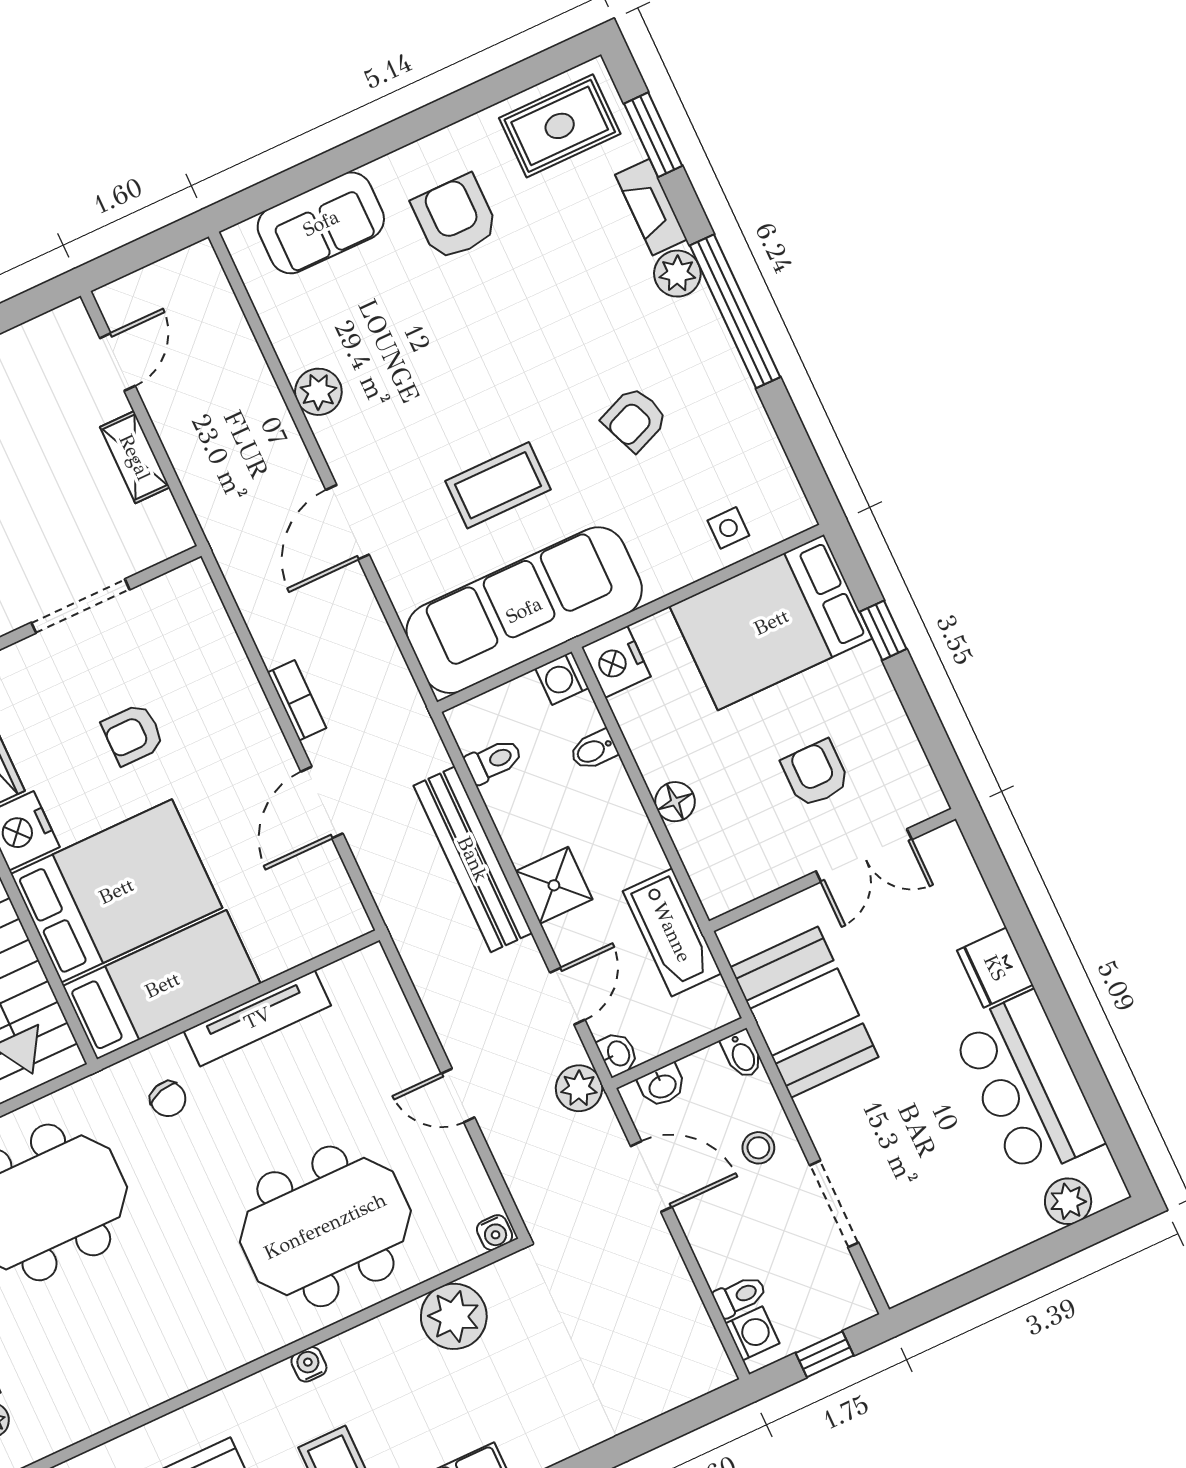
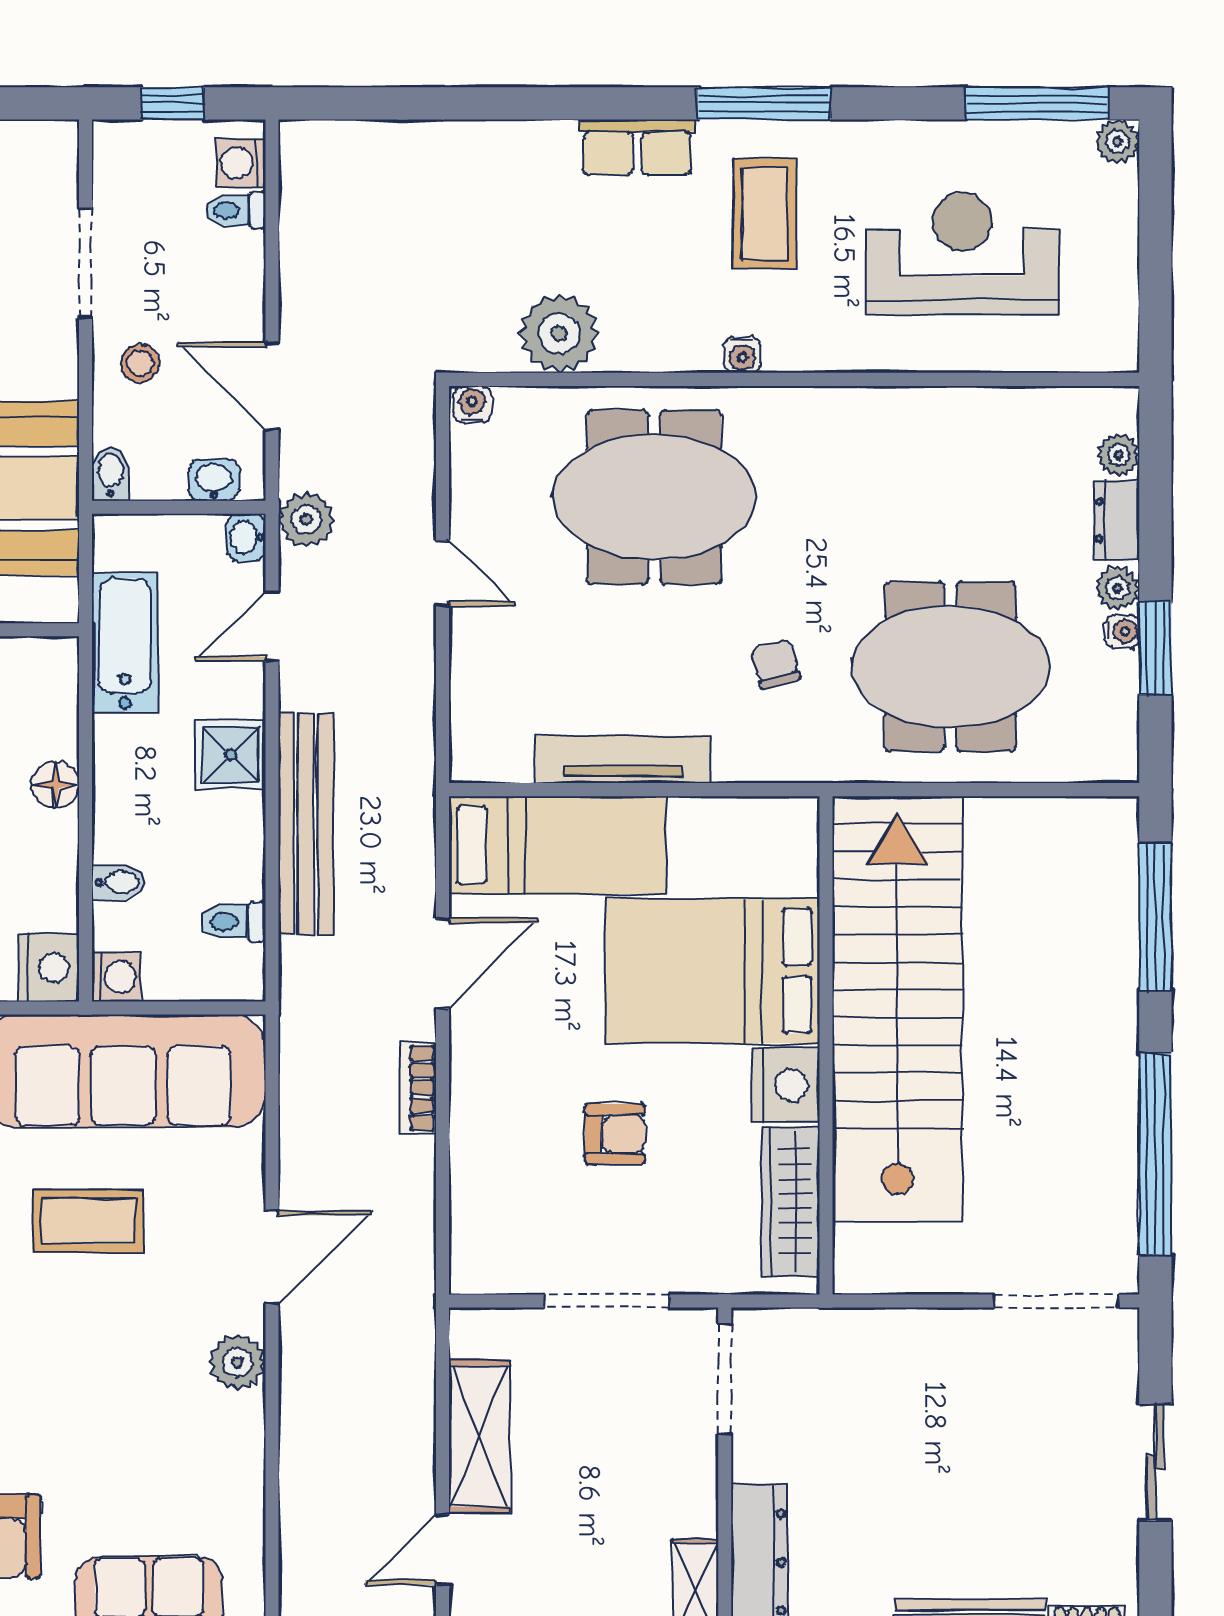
plant: (318, 392) -> (237, 1362), moved
shelving: (135, 457) -> (479, 1437), width x1.50, depth x1.33
bed: (162, 985) -> (558, 845), moved, turned 180
chair: (168, 1099) -> (775, 664), moved

